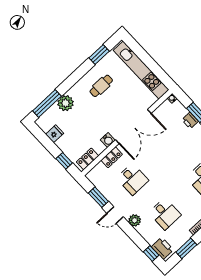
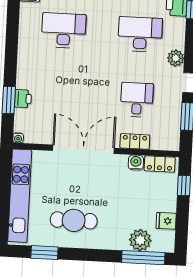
cafe table: (101, 86) -> (74, 220), width x1.37, depth x1.35
plant: (66, 103) -> (140, 240), moved
water cooler: (108, 140) -> (136, 163), moved
desk: (165, 214) -> (140, 34), width x1.37

